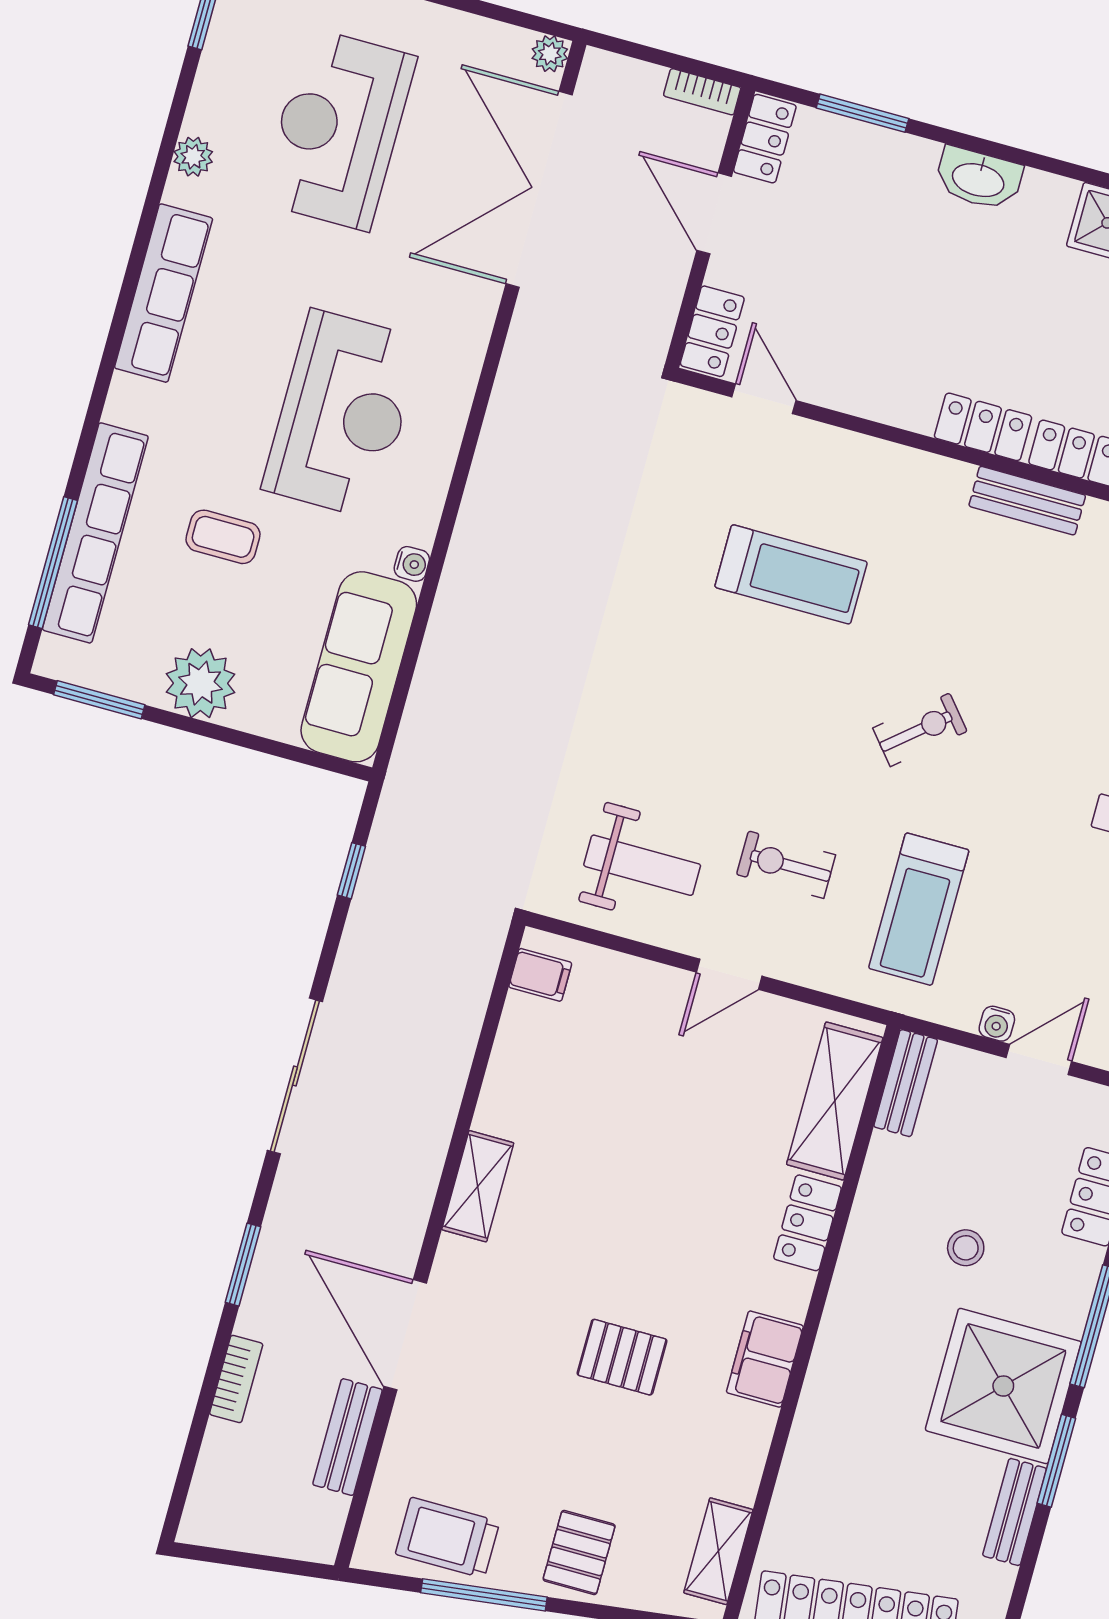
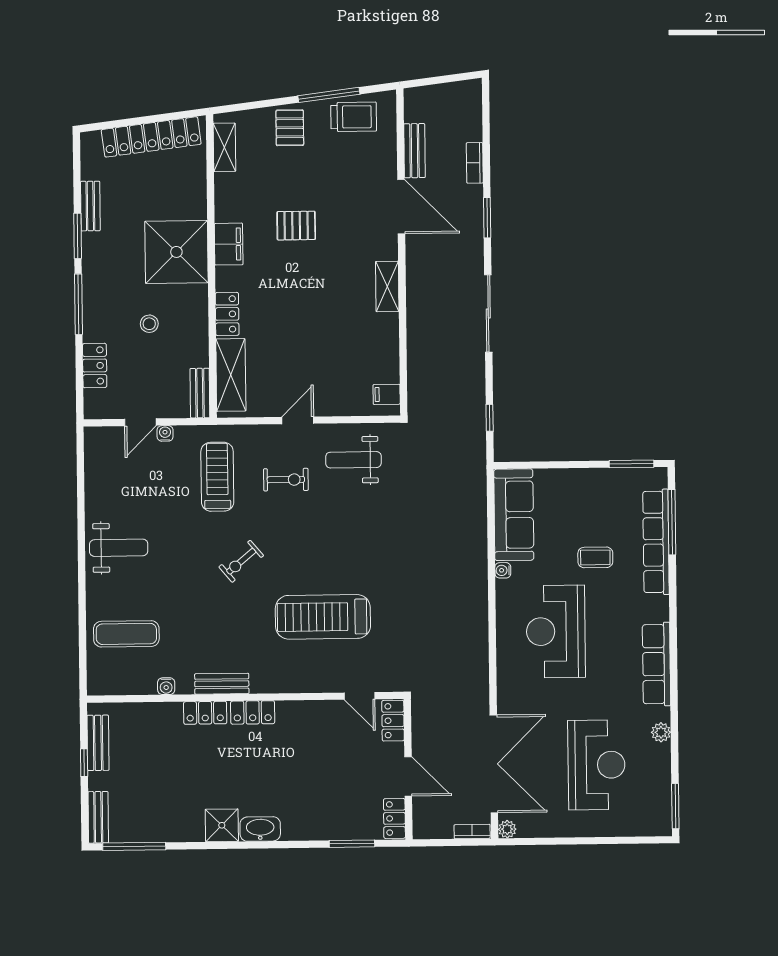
bookcase: (702, 92) -> (472, 831), moved
washbasin: (979, 179) -> (260, 829), moved
treadmill: (791, 574) -> (323, 617), width x1.37, depth x1.38
plant: (200, 683) -> (586, 485), removed
shower: (1003, 1386) -> (176, 252), moved

